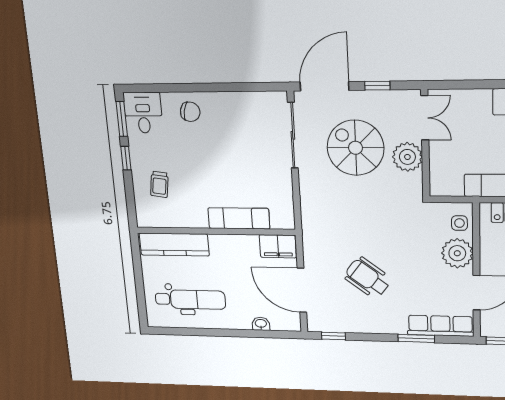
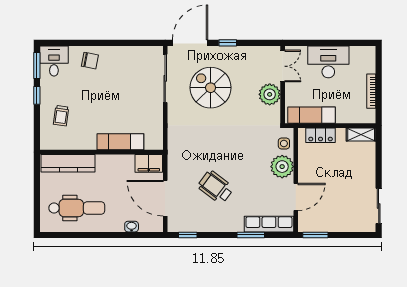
double door: (425, 118) -> (283, 66), moved
wall: (425, 144) -> (283, 85), moved
plant: (407, 157) -> (270, 94), moved

